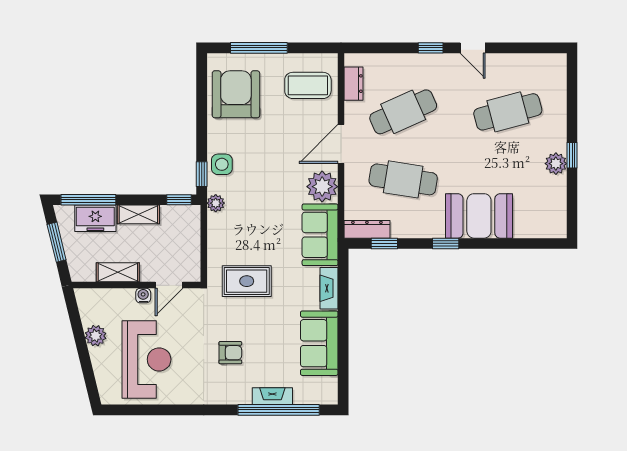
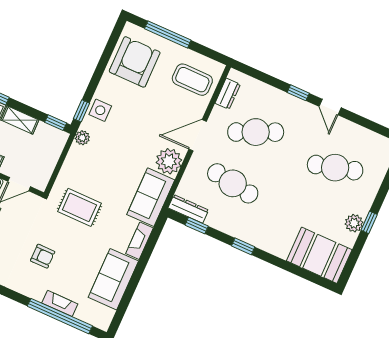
booth: (479, 216) -> (319, 255), moved

